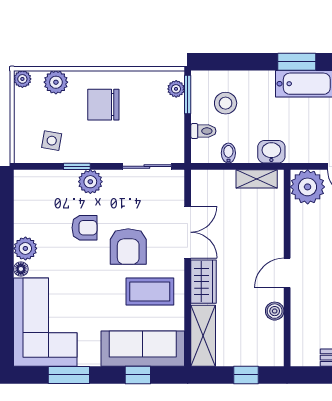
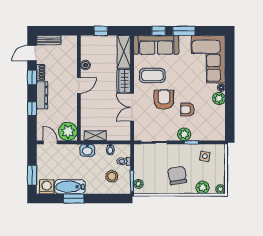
chair: (103, 105) -> (177, 175), turned -100
window: (69, 375) -> (184, 31), moved

